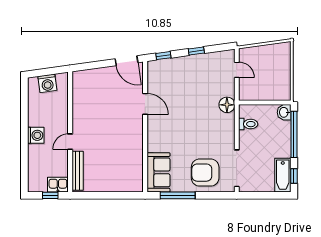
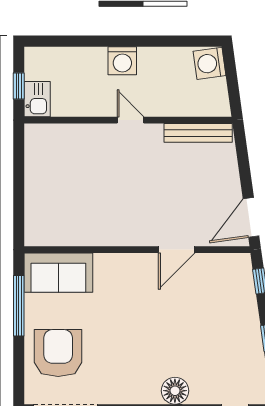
washing machine: (47, 83) -> (210, 63), moved
door: (70, 142) -> (131, 120), moved
bench: (78, 171) -> (198, 133), moved

